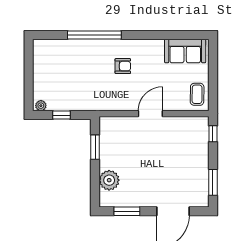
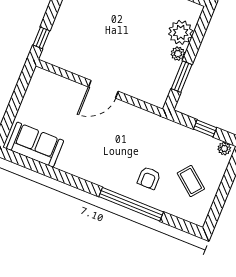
armchair: (123, 66) -> (149, 178), moved, turned -90
coffee table: (197, 94) -> (191, 181), moved, turned -52
plant: (105, 163) -> (178, 54), added

